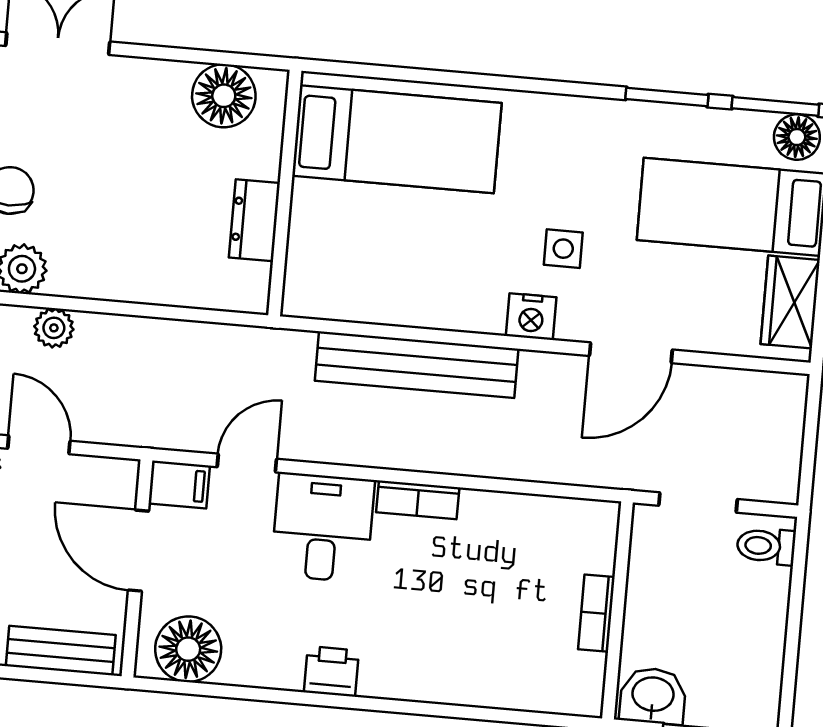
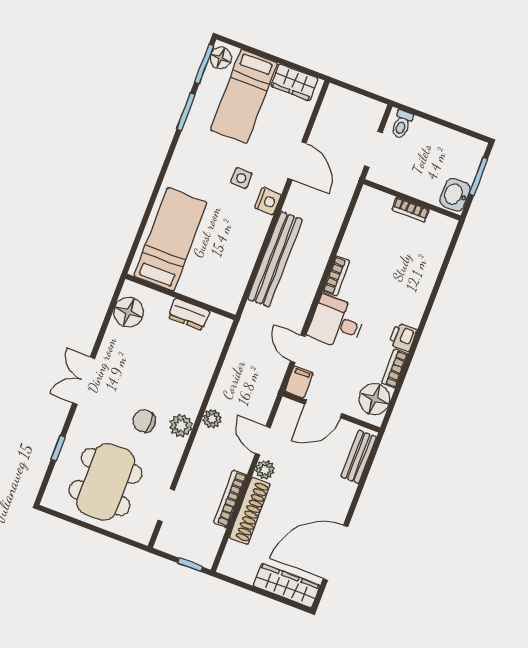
door: (39, 445) -> (263, 440), hinge flipped
bookcase: (262, 673) -> (395, 369), added

